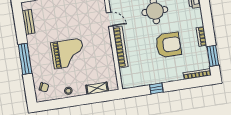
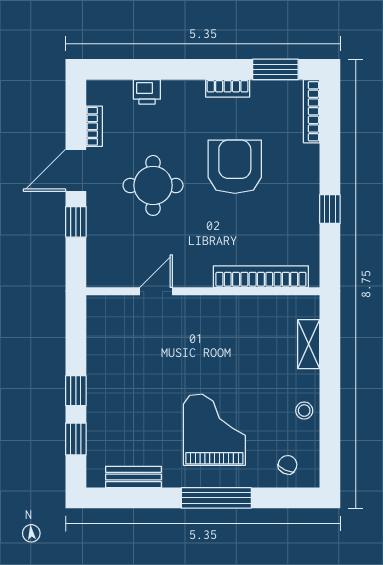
bookcase: (120, 47) -> (261, 277), moved
grand piano: (68, 54) -> (214, 430), moved

